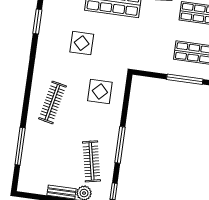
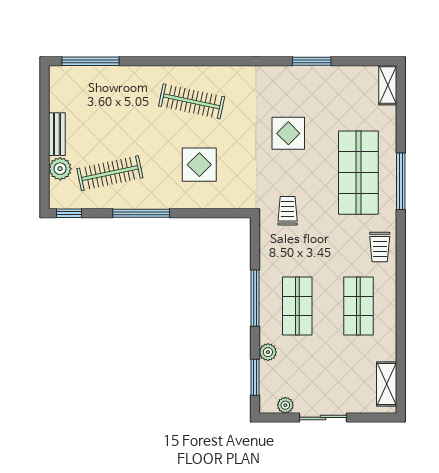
trolley: (131, 50) -> (288, 211), added
display table: (100, 91) -> (199, 165), moved
window: (20, 146) -> (91, 61), moved

